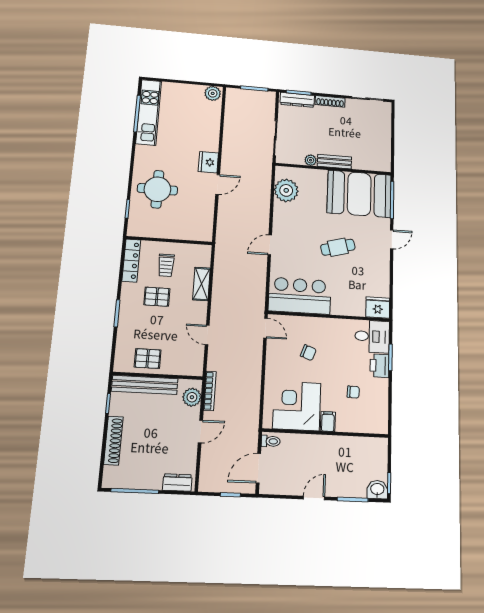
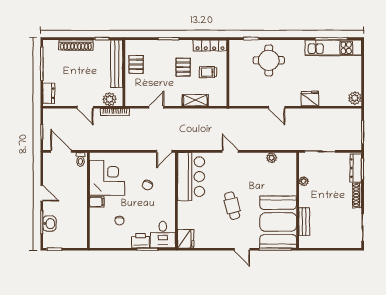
fridge: (208, 162) -> (310, 99), moved
bench: (334, 162) -> (304, 221), moved
plant: (286, 190) -> (272, 158), width x0.53, depth x0.53
washbasin: (377, 490) -> (49, 224), moved

